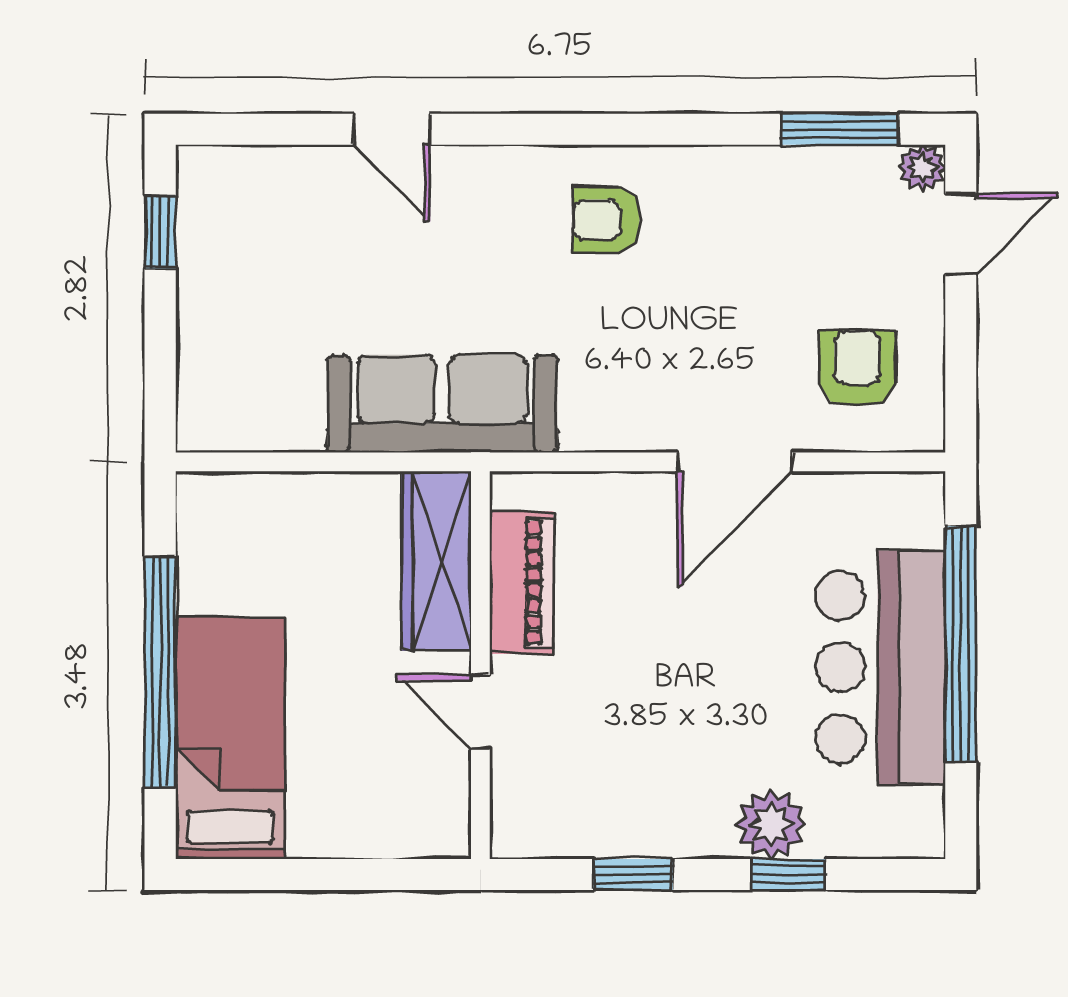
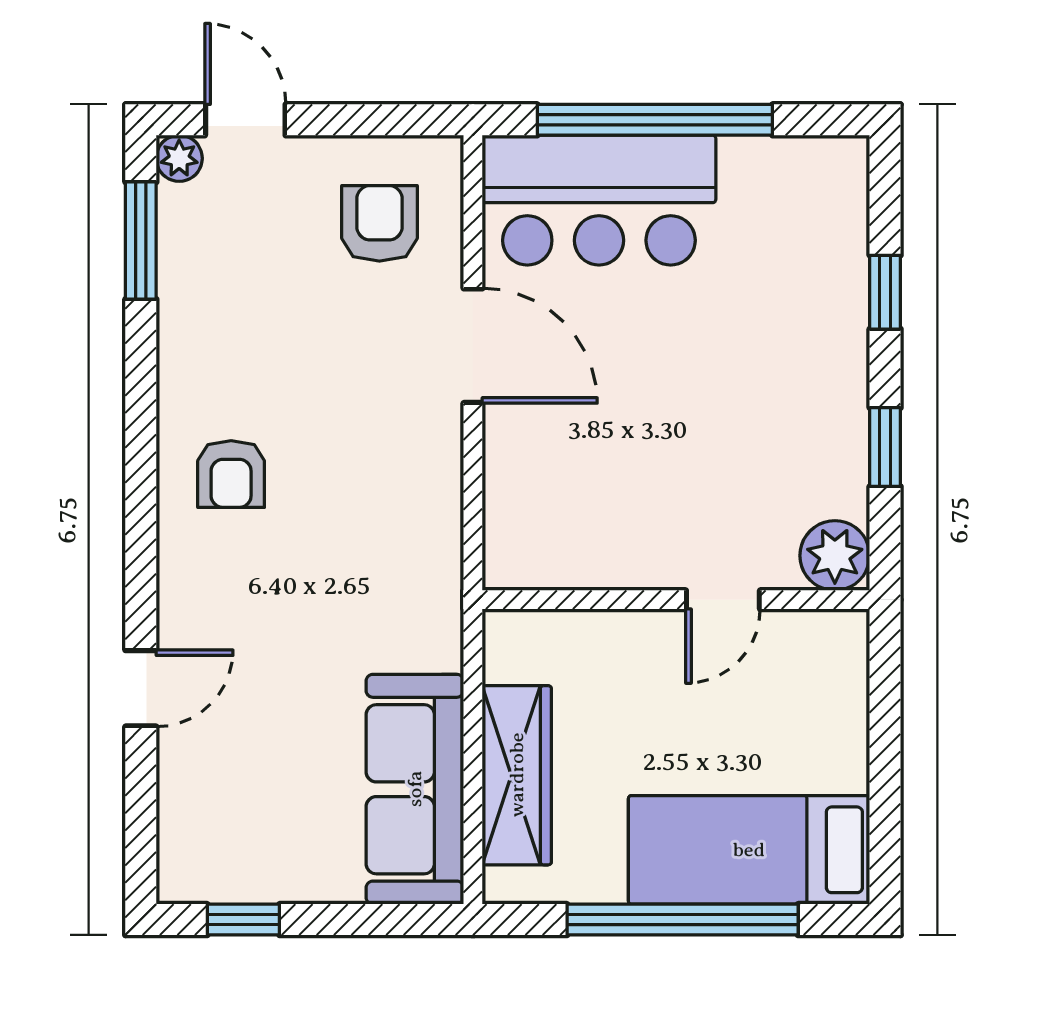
armchair: (857, 368) -> (379, 223), turned 90
sofa: (442, 404) -> (415, 789), moved
wardrobe: (436, 561) -> (517, 775), moved, turned -90
piano: (521, 583) -> (593, 559), removed
bar counter: (880, 667) -> (599, 200), moved
plant: (771, 824) -> (835, 556), moved

